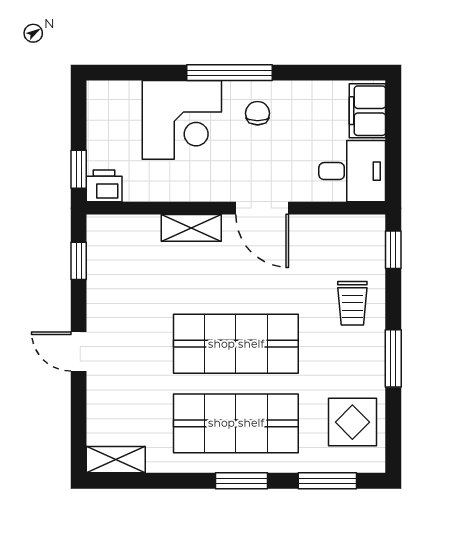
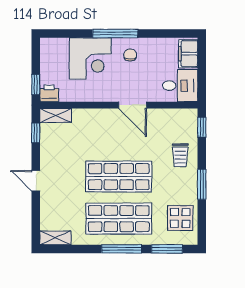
shelving: (191, 228) -> (56, 115), moved
window: (241, 481) -> (122, 249), width x1.44

